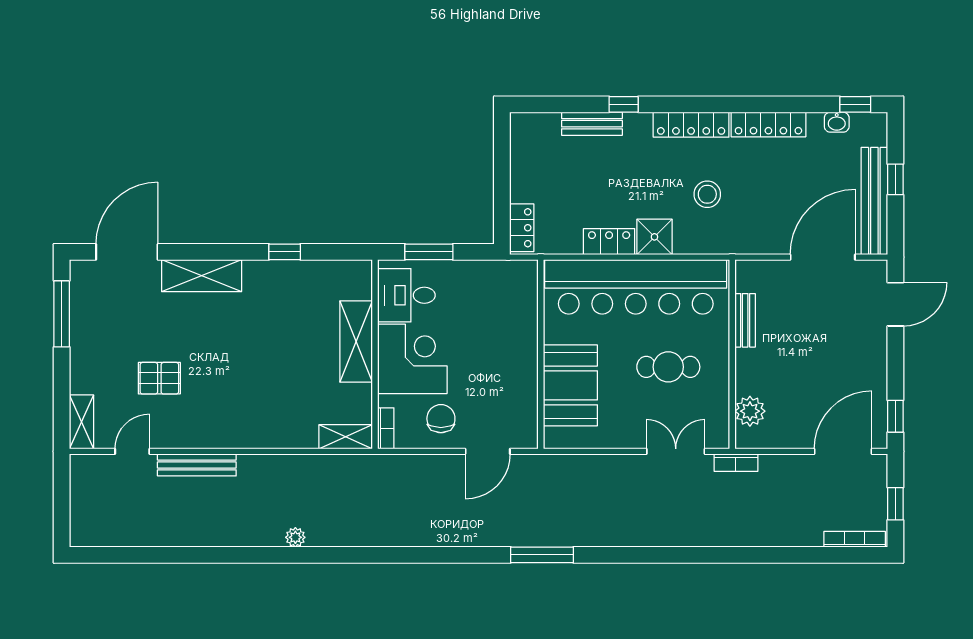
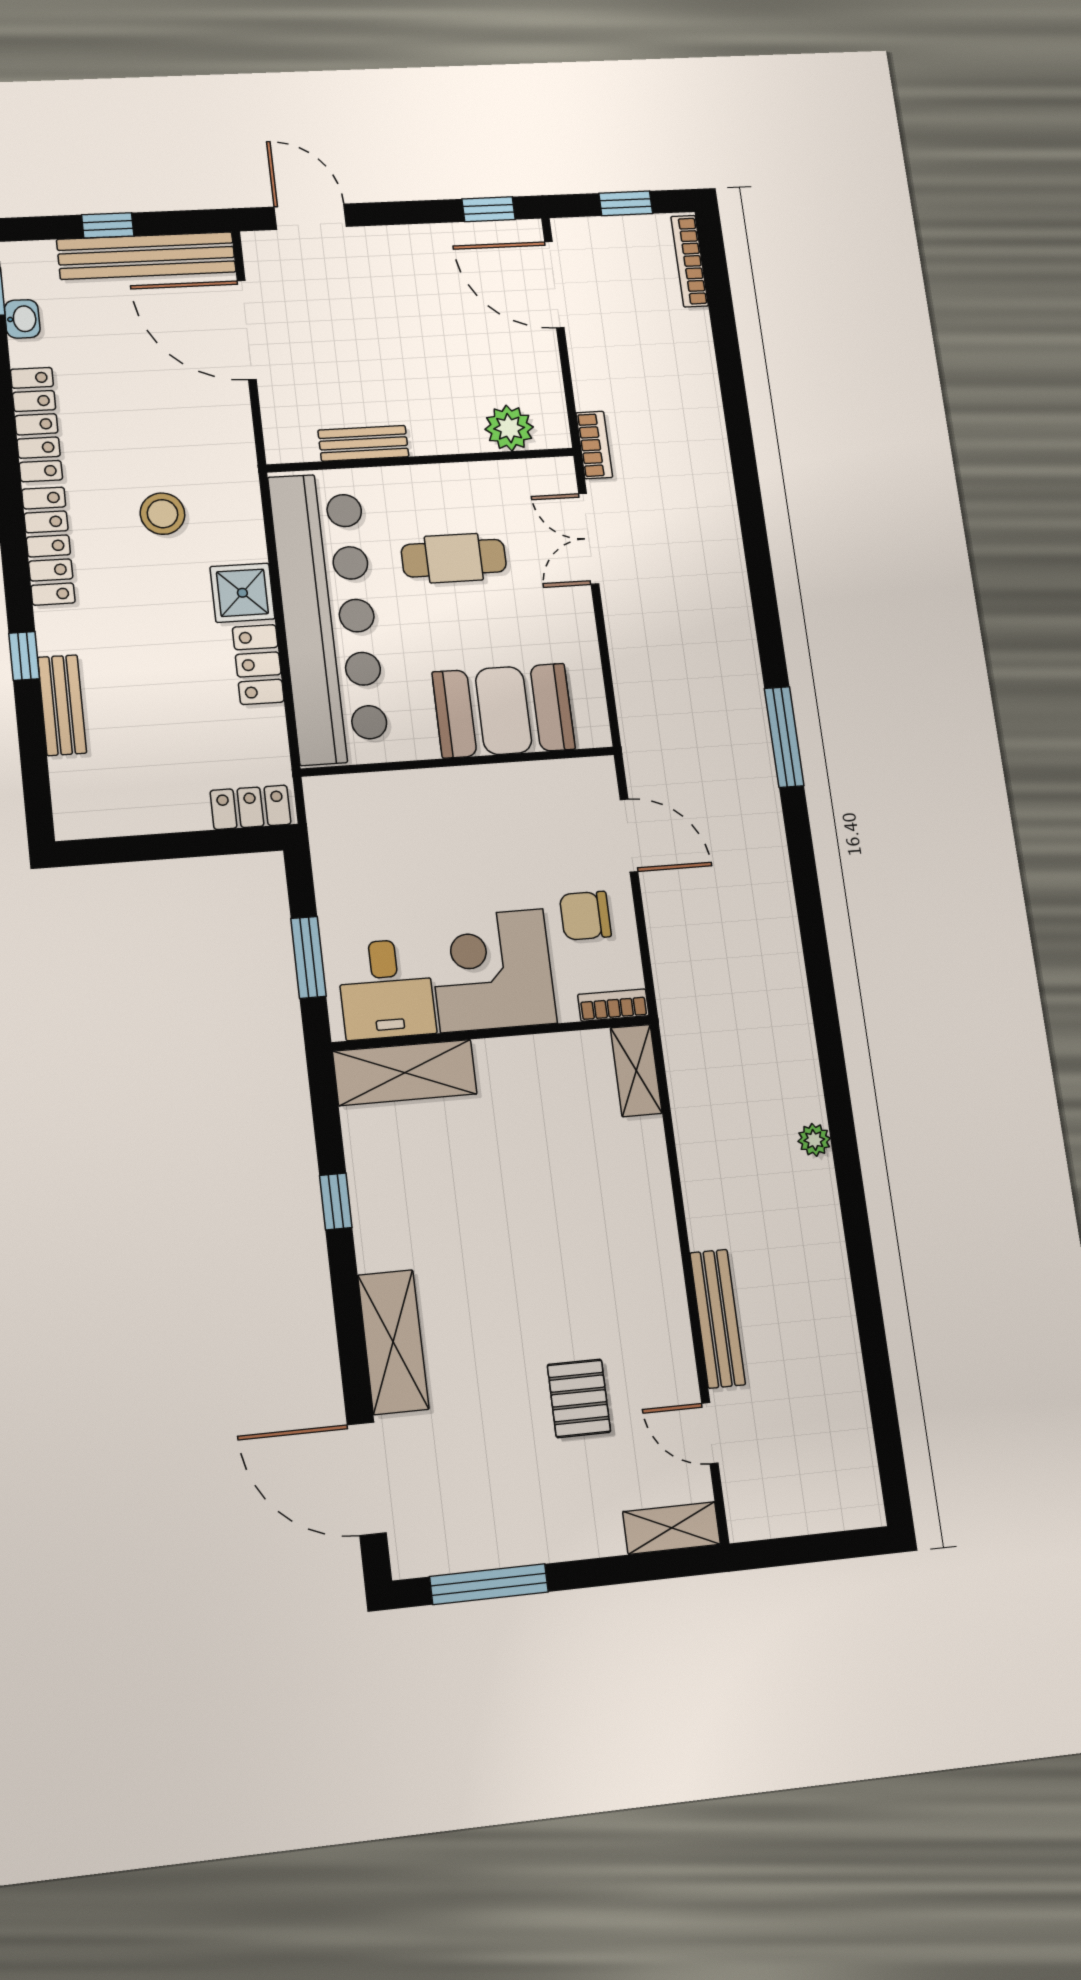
shelving: (356, 342) -> (405, 1073), moved
cafe table: (668, 367) -> (454, 558), turned 90

